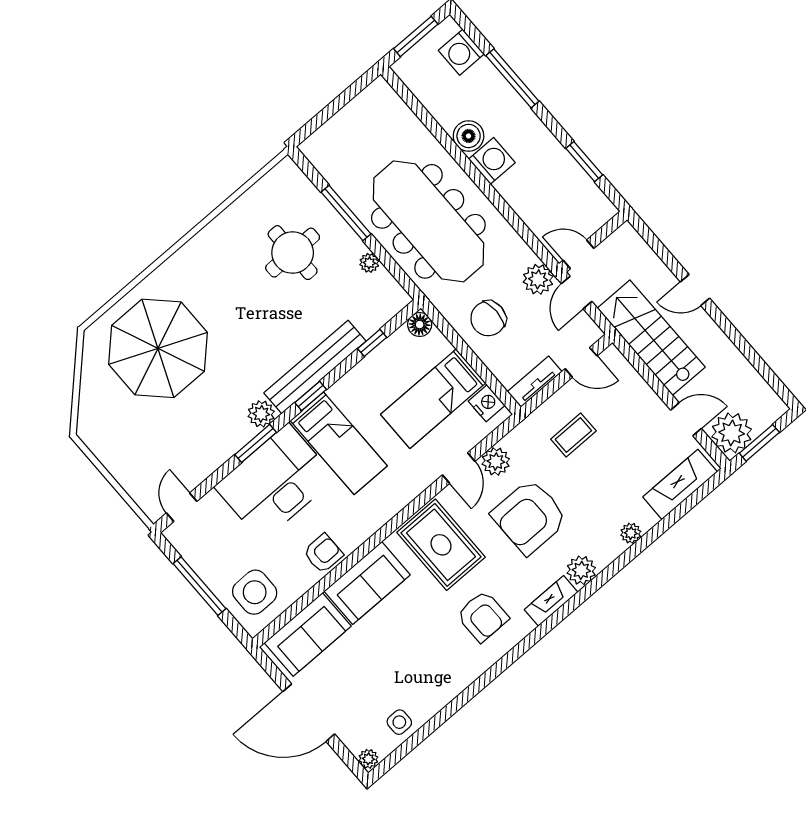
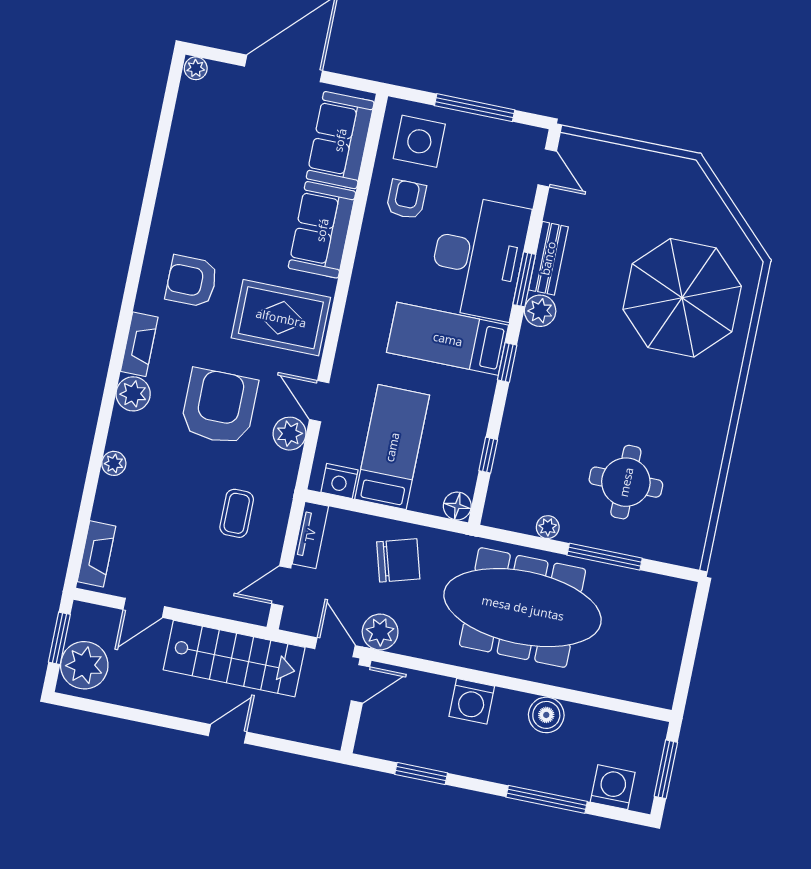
washing machine: (492, 161) -> (472, 701), moved
chair: (488, 318) -> (398, 560), turned 74
bench: (315, 367) -> (548, 258), moved, width x0.54, depth x0.82
plant: (732, 433) -> (84, 665), moved
fireplace: (680, 484) -> (97, 554), width x0.73, depth x0.76
armchair: (323, 553) -> (406, 199), moved, turned 180
side table: (399, 722) -> (193, 124), removed

